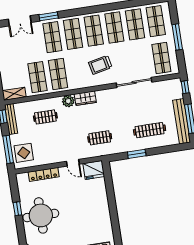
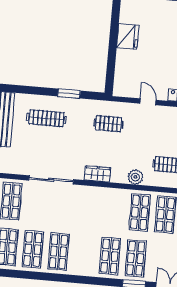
shop shelf: (94, 31) -> (84, 254), removed
trolley: (100, 65) -> (86, 211), removed
wardrobe: (85, 98) -> (98, 174), moved
fridge: (94, 170) -> (128, 37), moved, turned 90

